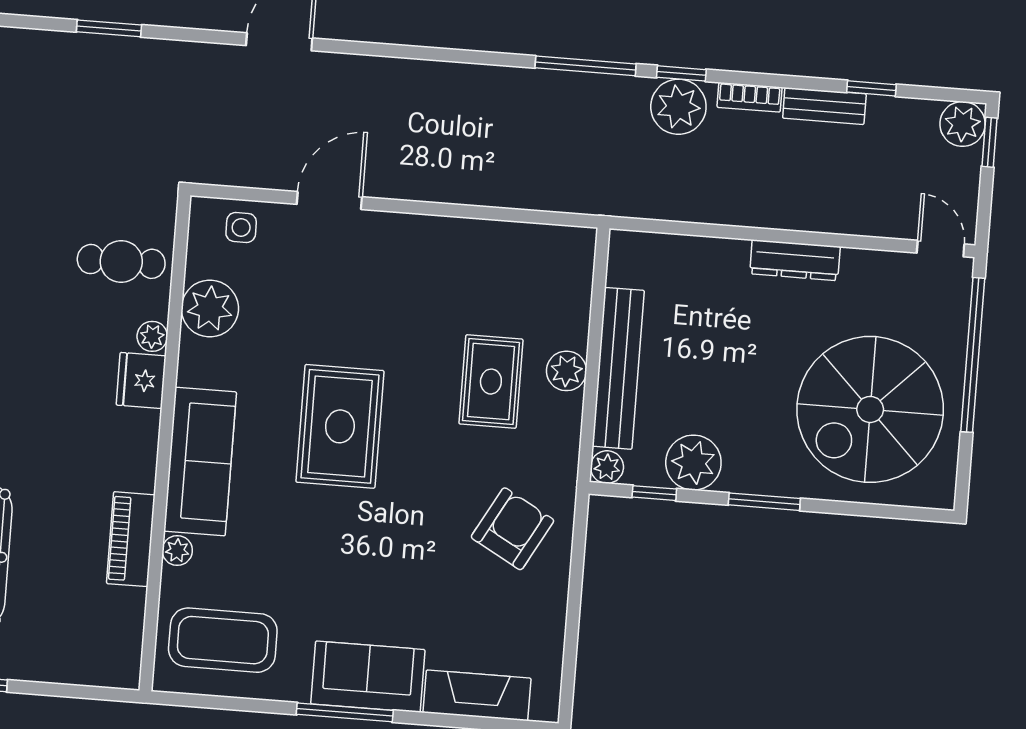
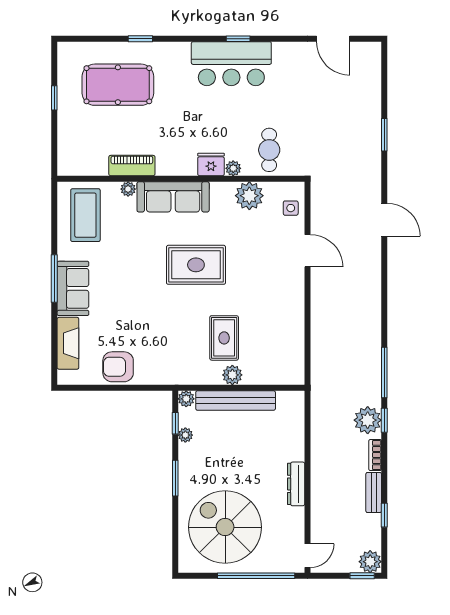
rug: (491, 382) -> (224, 338), turned 90
plant: (693, 463) -> (185, 435), width x0.53, depth x0.53
armchair: (512, 529) -> (118, 367), moved, turned 151

